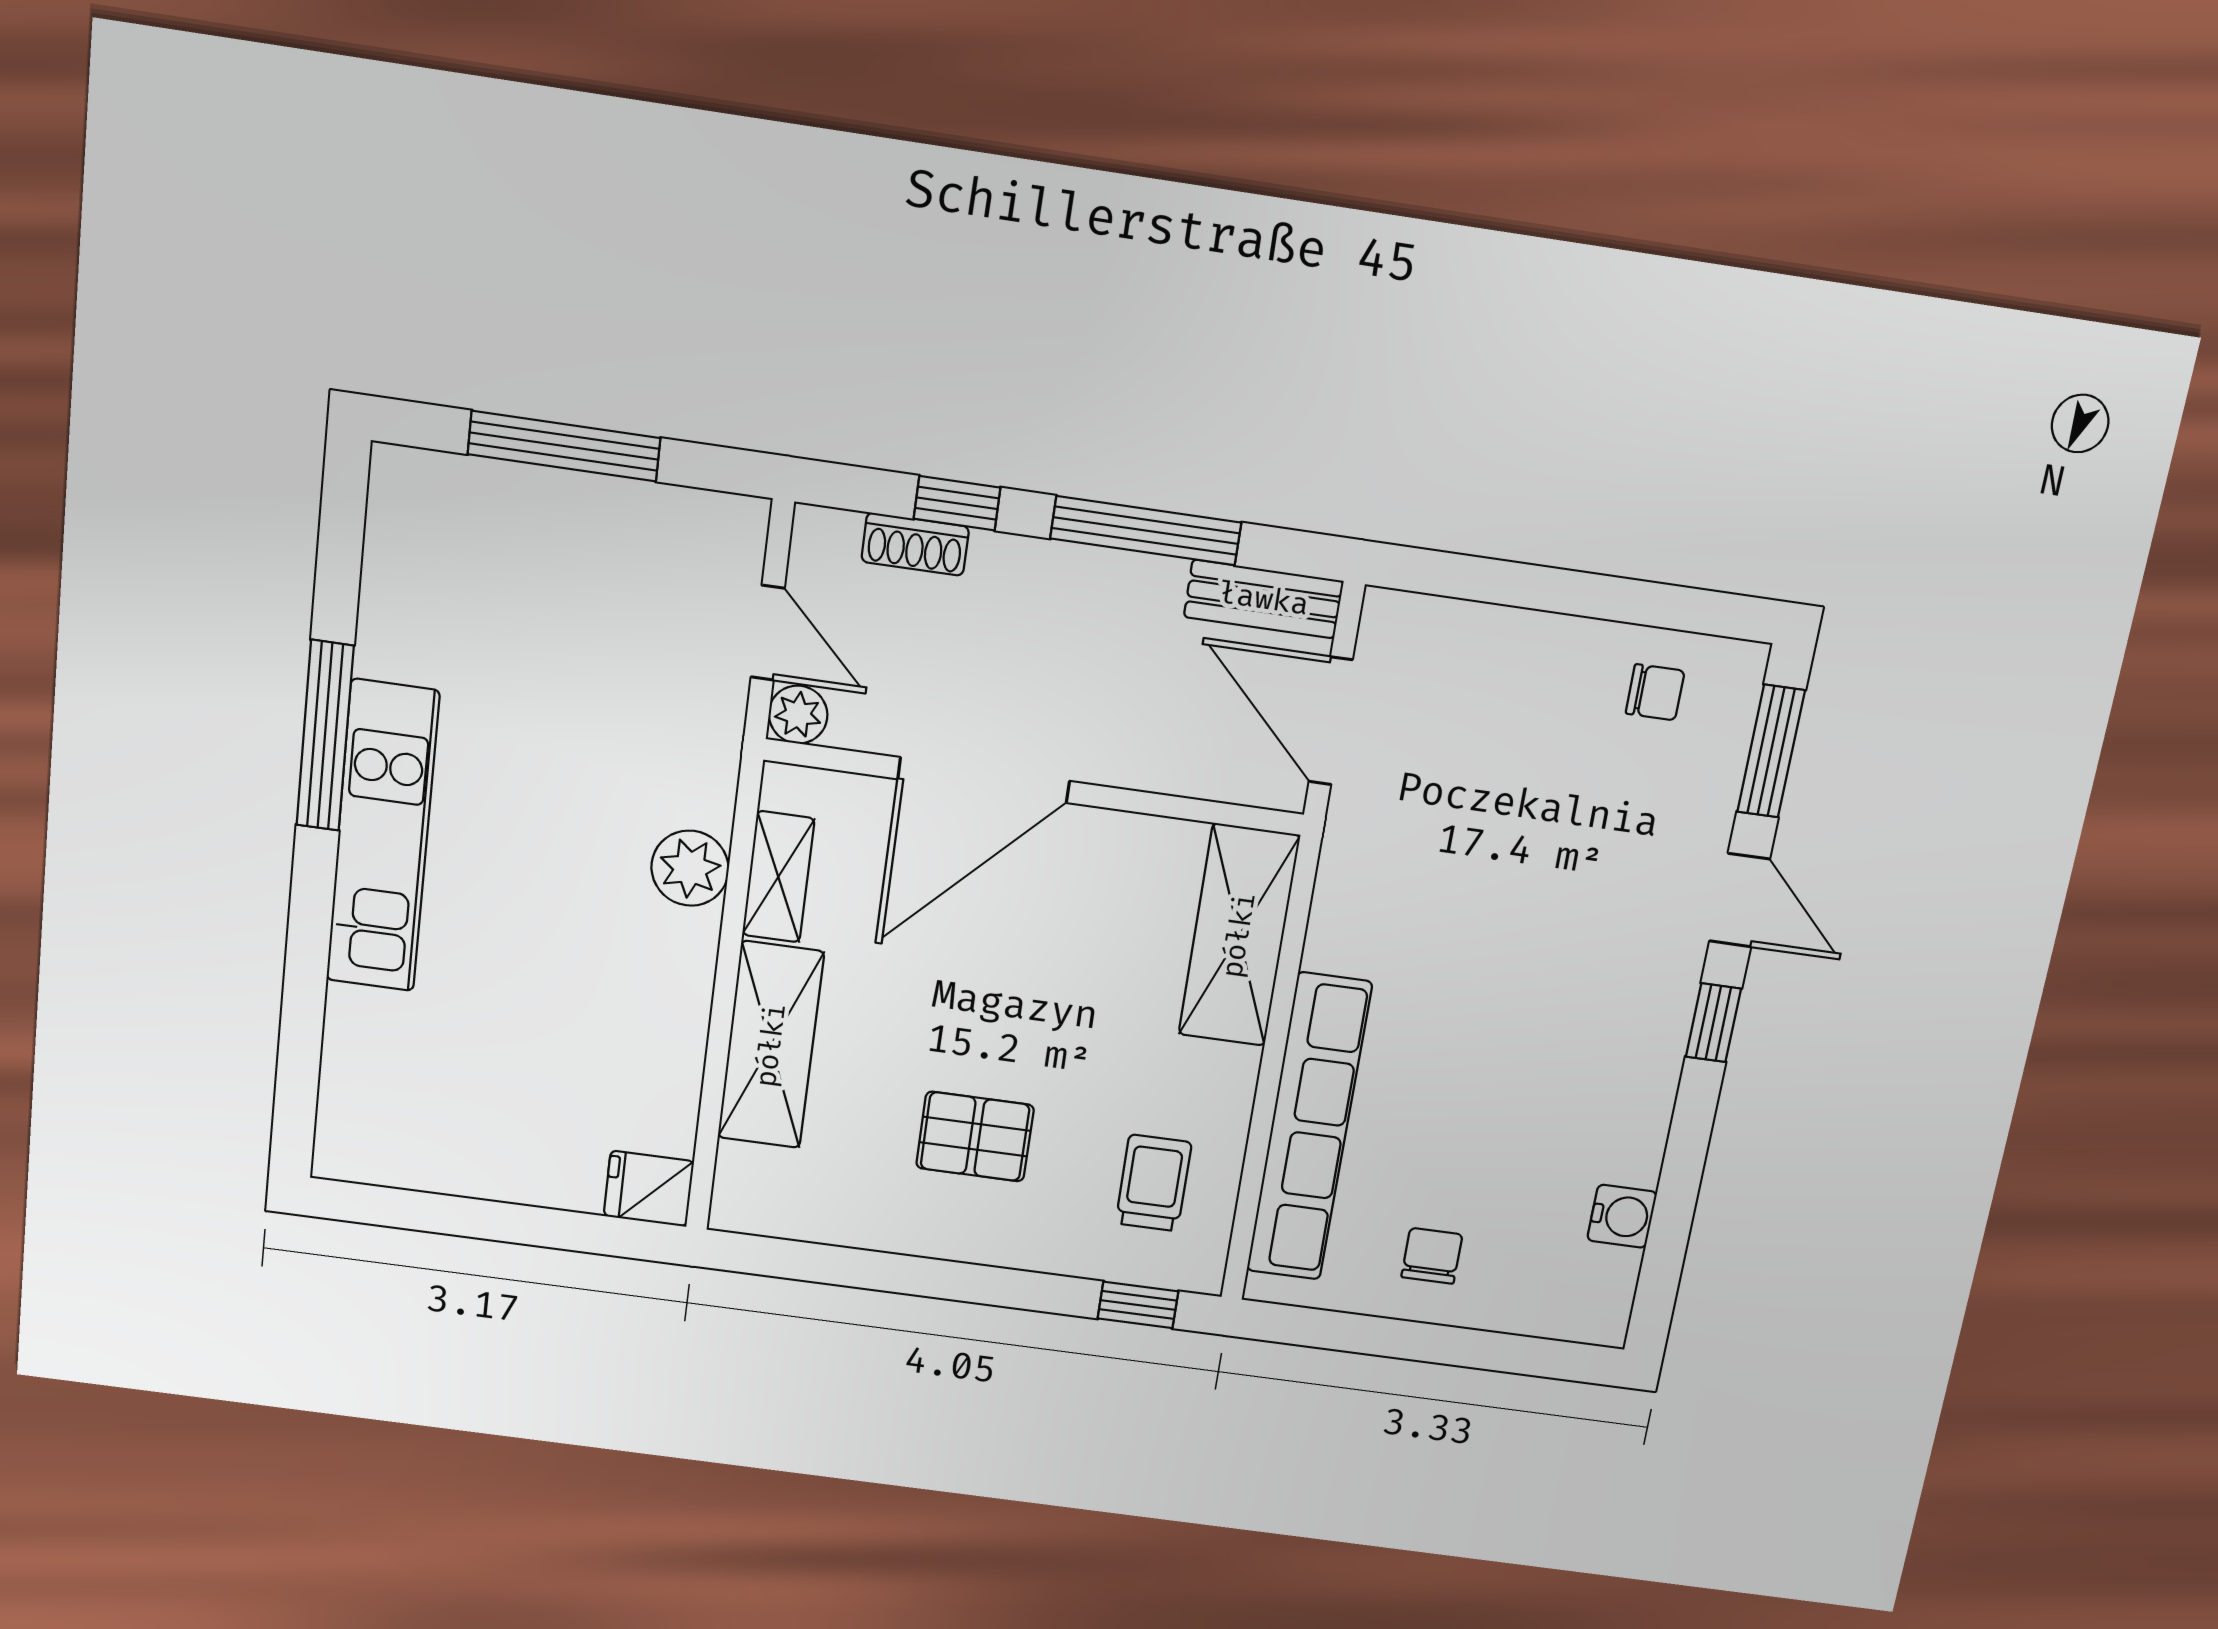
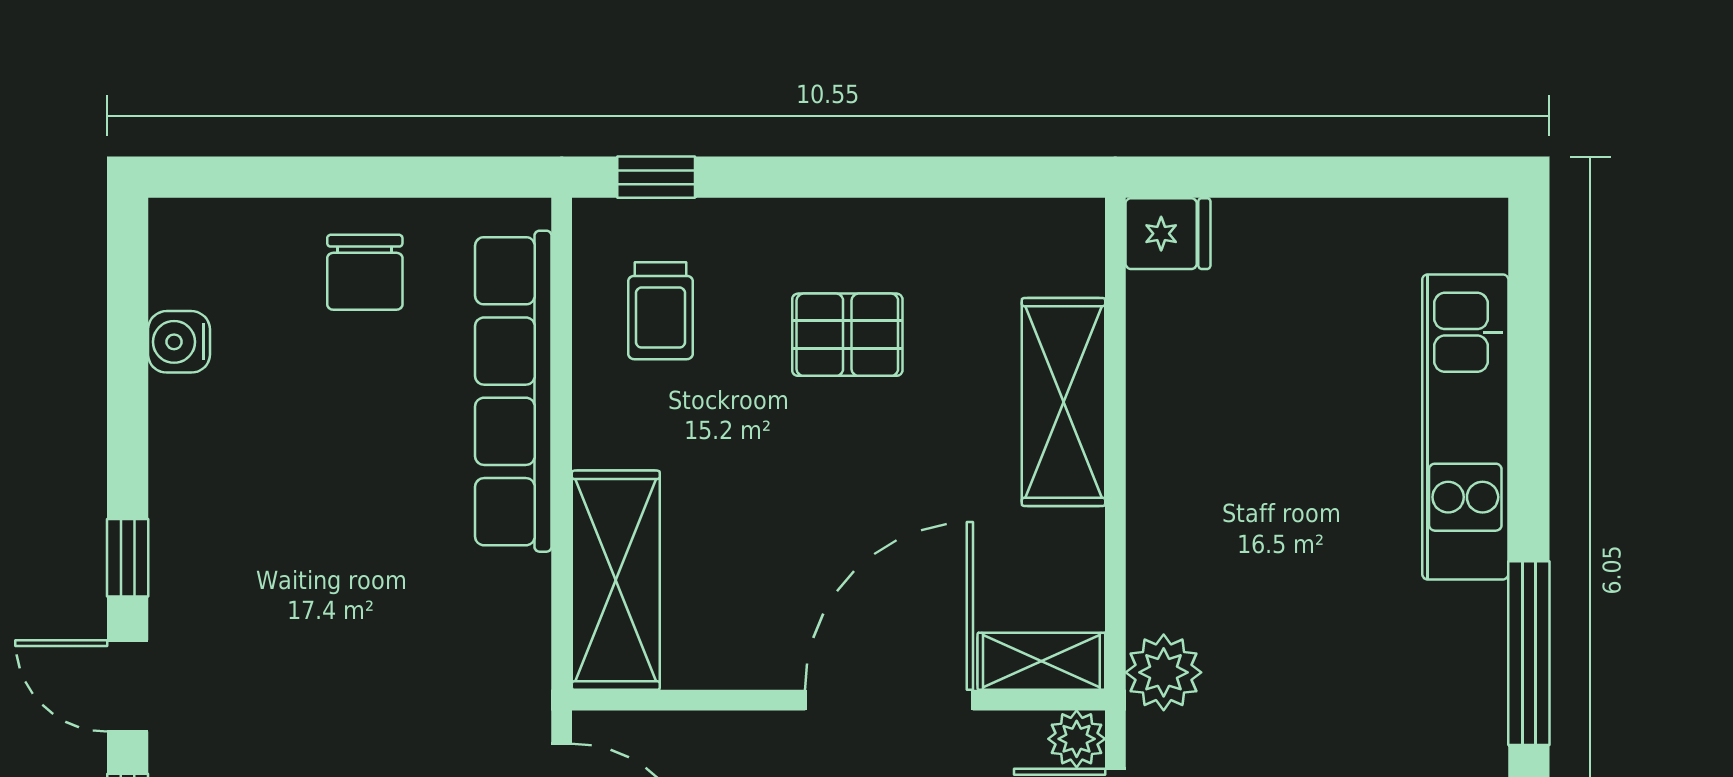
kitchen unit: (382, 837) -> (1465, 427), moved
plant: (690, 868) -> (1164, 672), moved
shelving: (778, 877) -> (1041, 661), moved, turned 90
chair: (1432, 1256) -> (365, 272), width x1.37, depth x1.37

